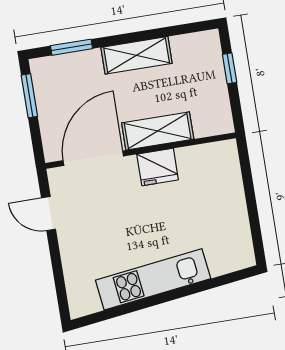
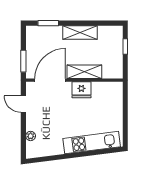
window: (29, 96) -> (23, 61), moved
plant: (73, 274) -> (31, 136), added
kitchen unit: (153, 279) -> (92, 143), moved

